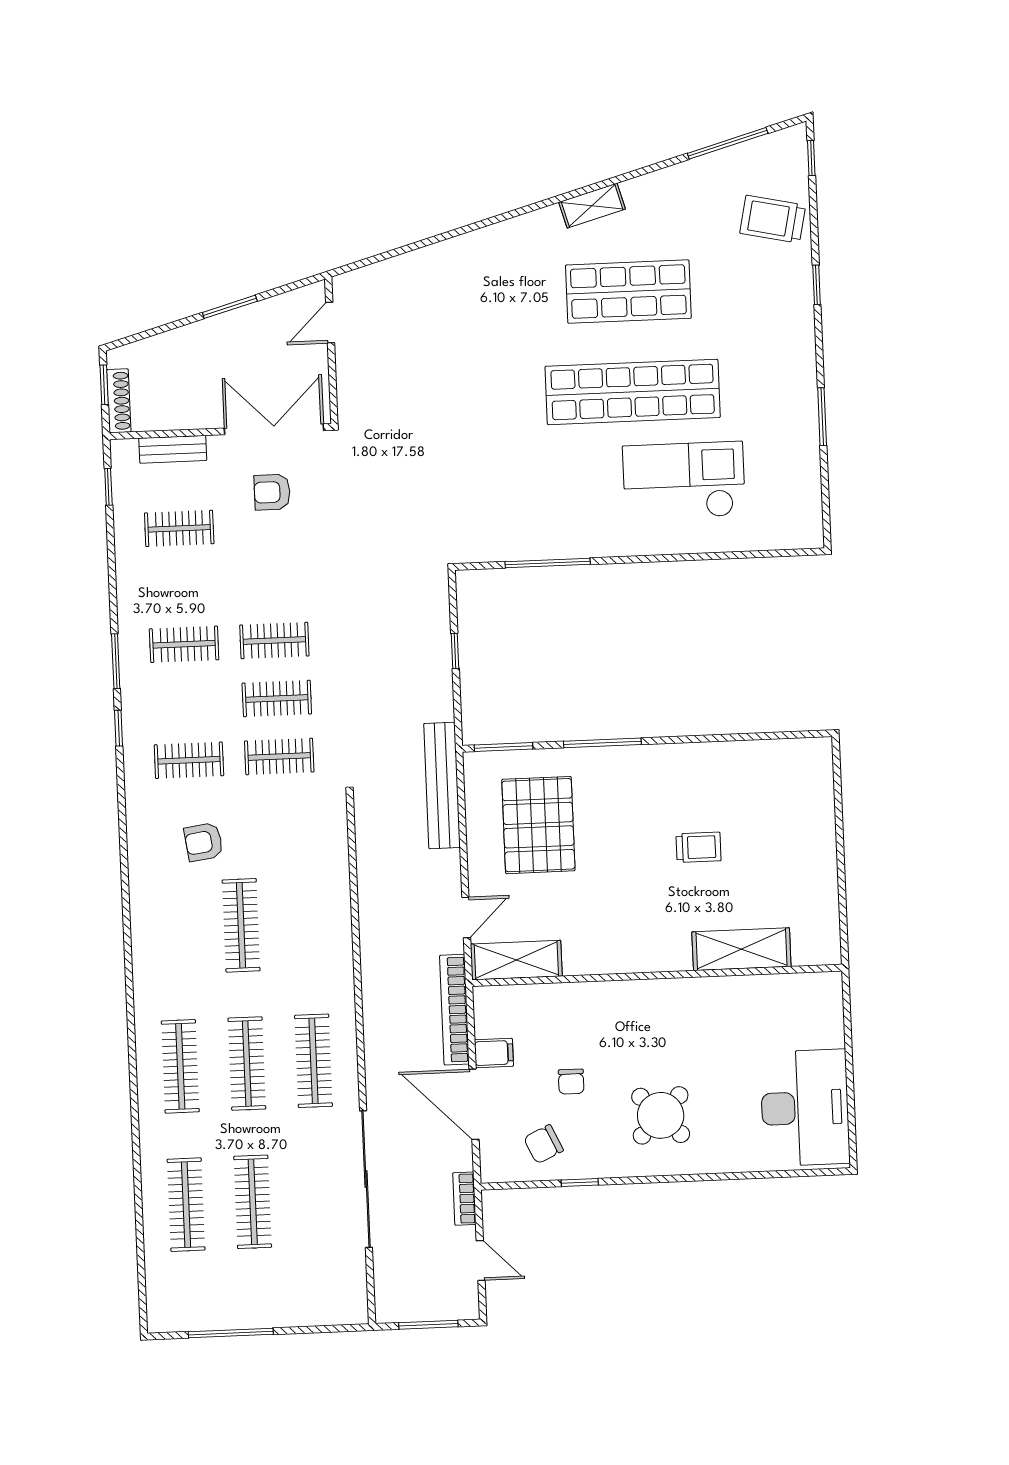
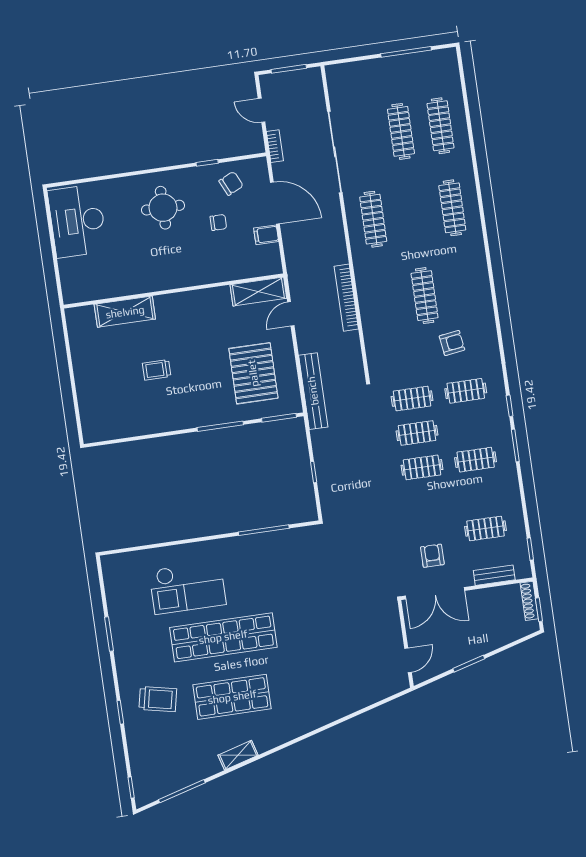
shelving: (592, 206) -> (238, 755), moved
trolley: (773, 219) -> (158, 699), moved
armchair: (272, 492) -> (432, 556), turned -90
bookcase: (454, 1010) -> (346, 298), moved, turned 180
clothes rail: (247, 1064) -> (413, 213), removed
chair: (571, 1082) -> (218, 222), turned 90
round table: (661, 1115) -> (163, 208), turned 45

